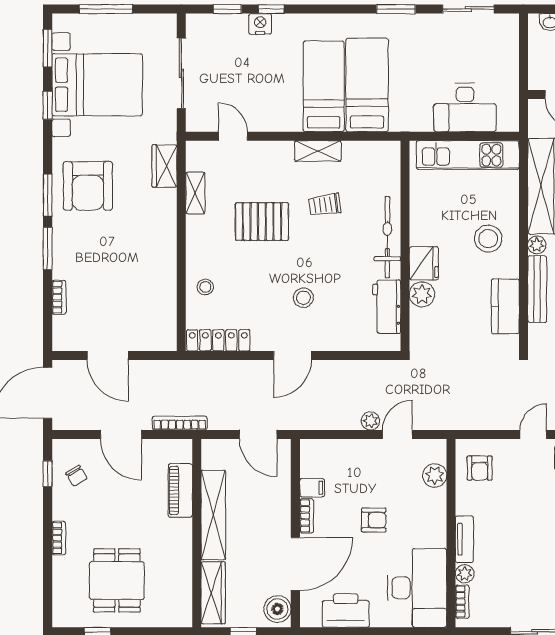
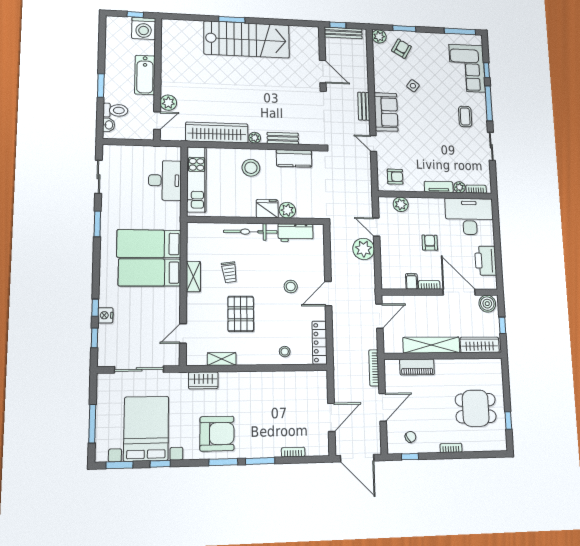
bench: (537, 289) -> (283, 138), width x0.73
door: (293, 355) -> (328, 294), swing flipped
plant: (370, 421) -> (364, 249), width x1.87, depth x1.87

